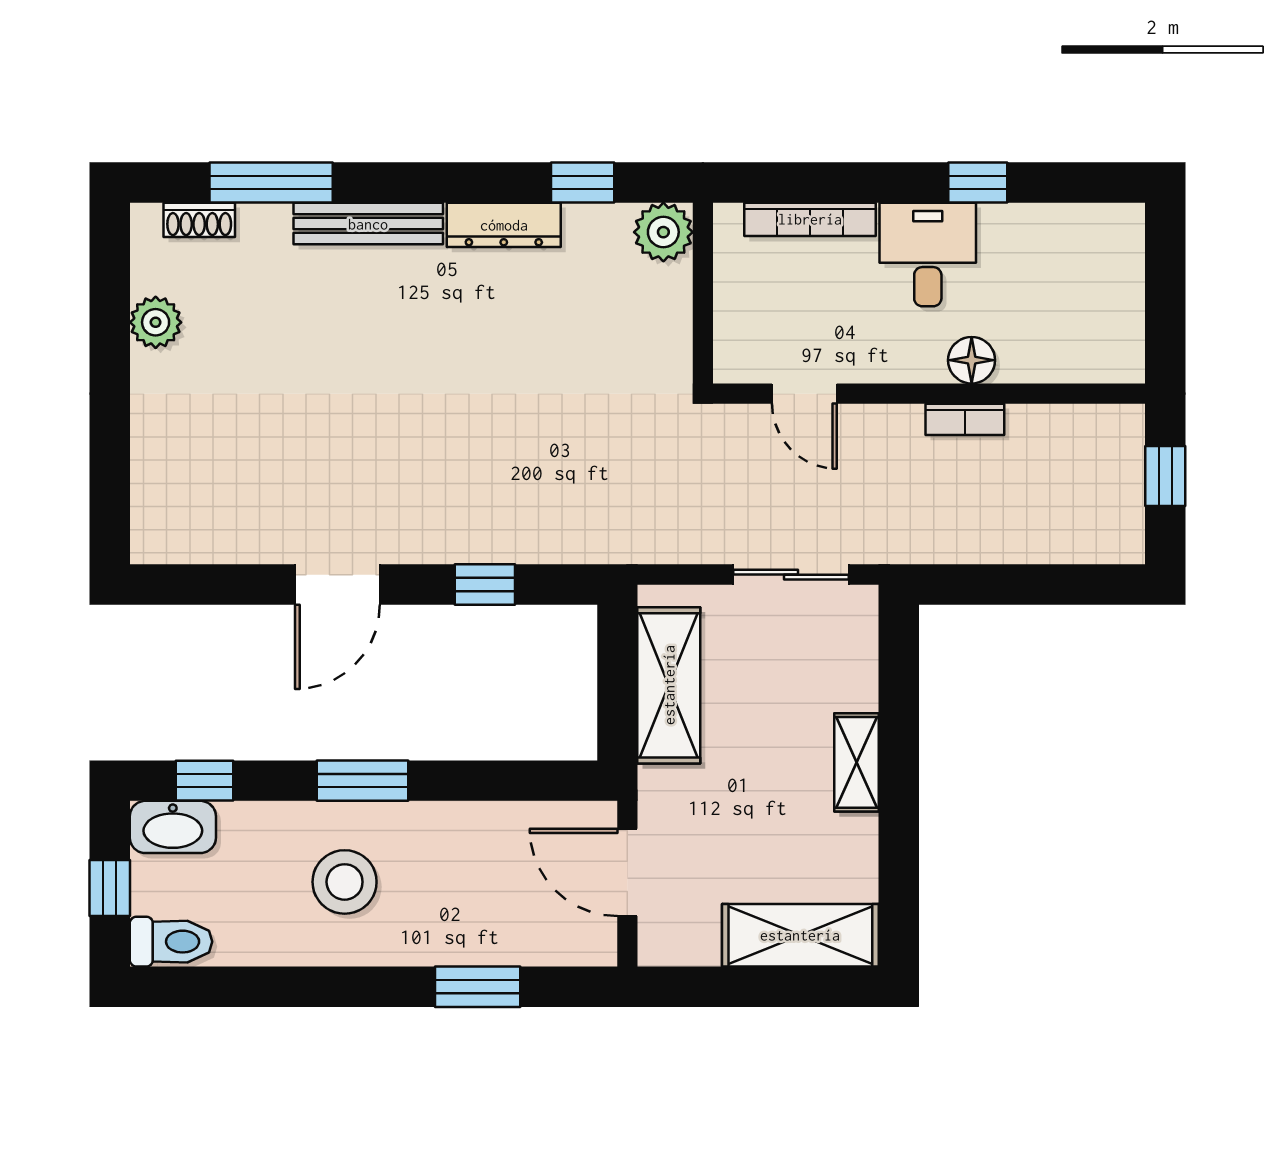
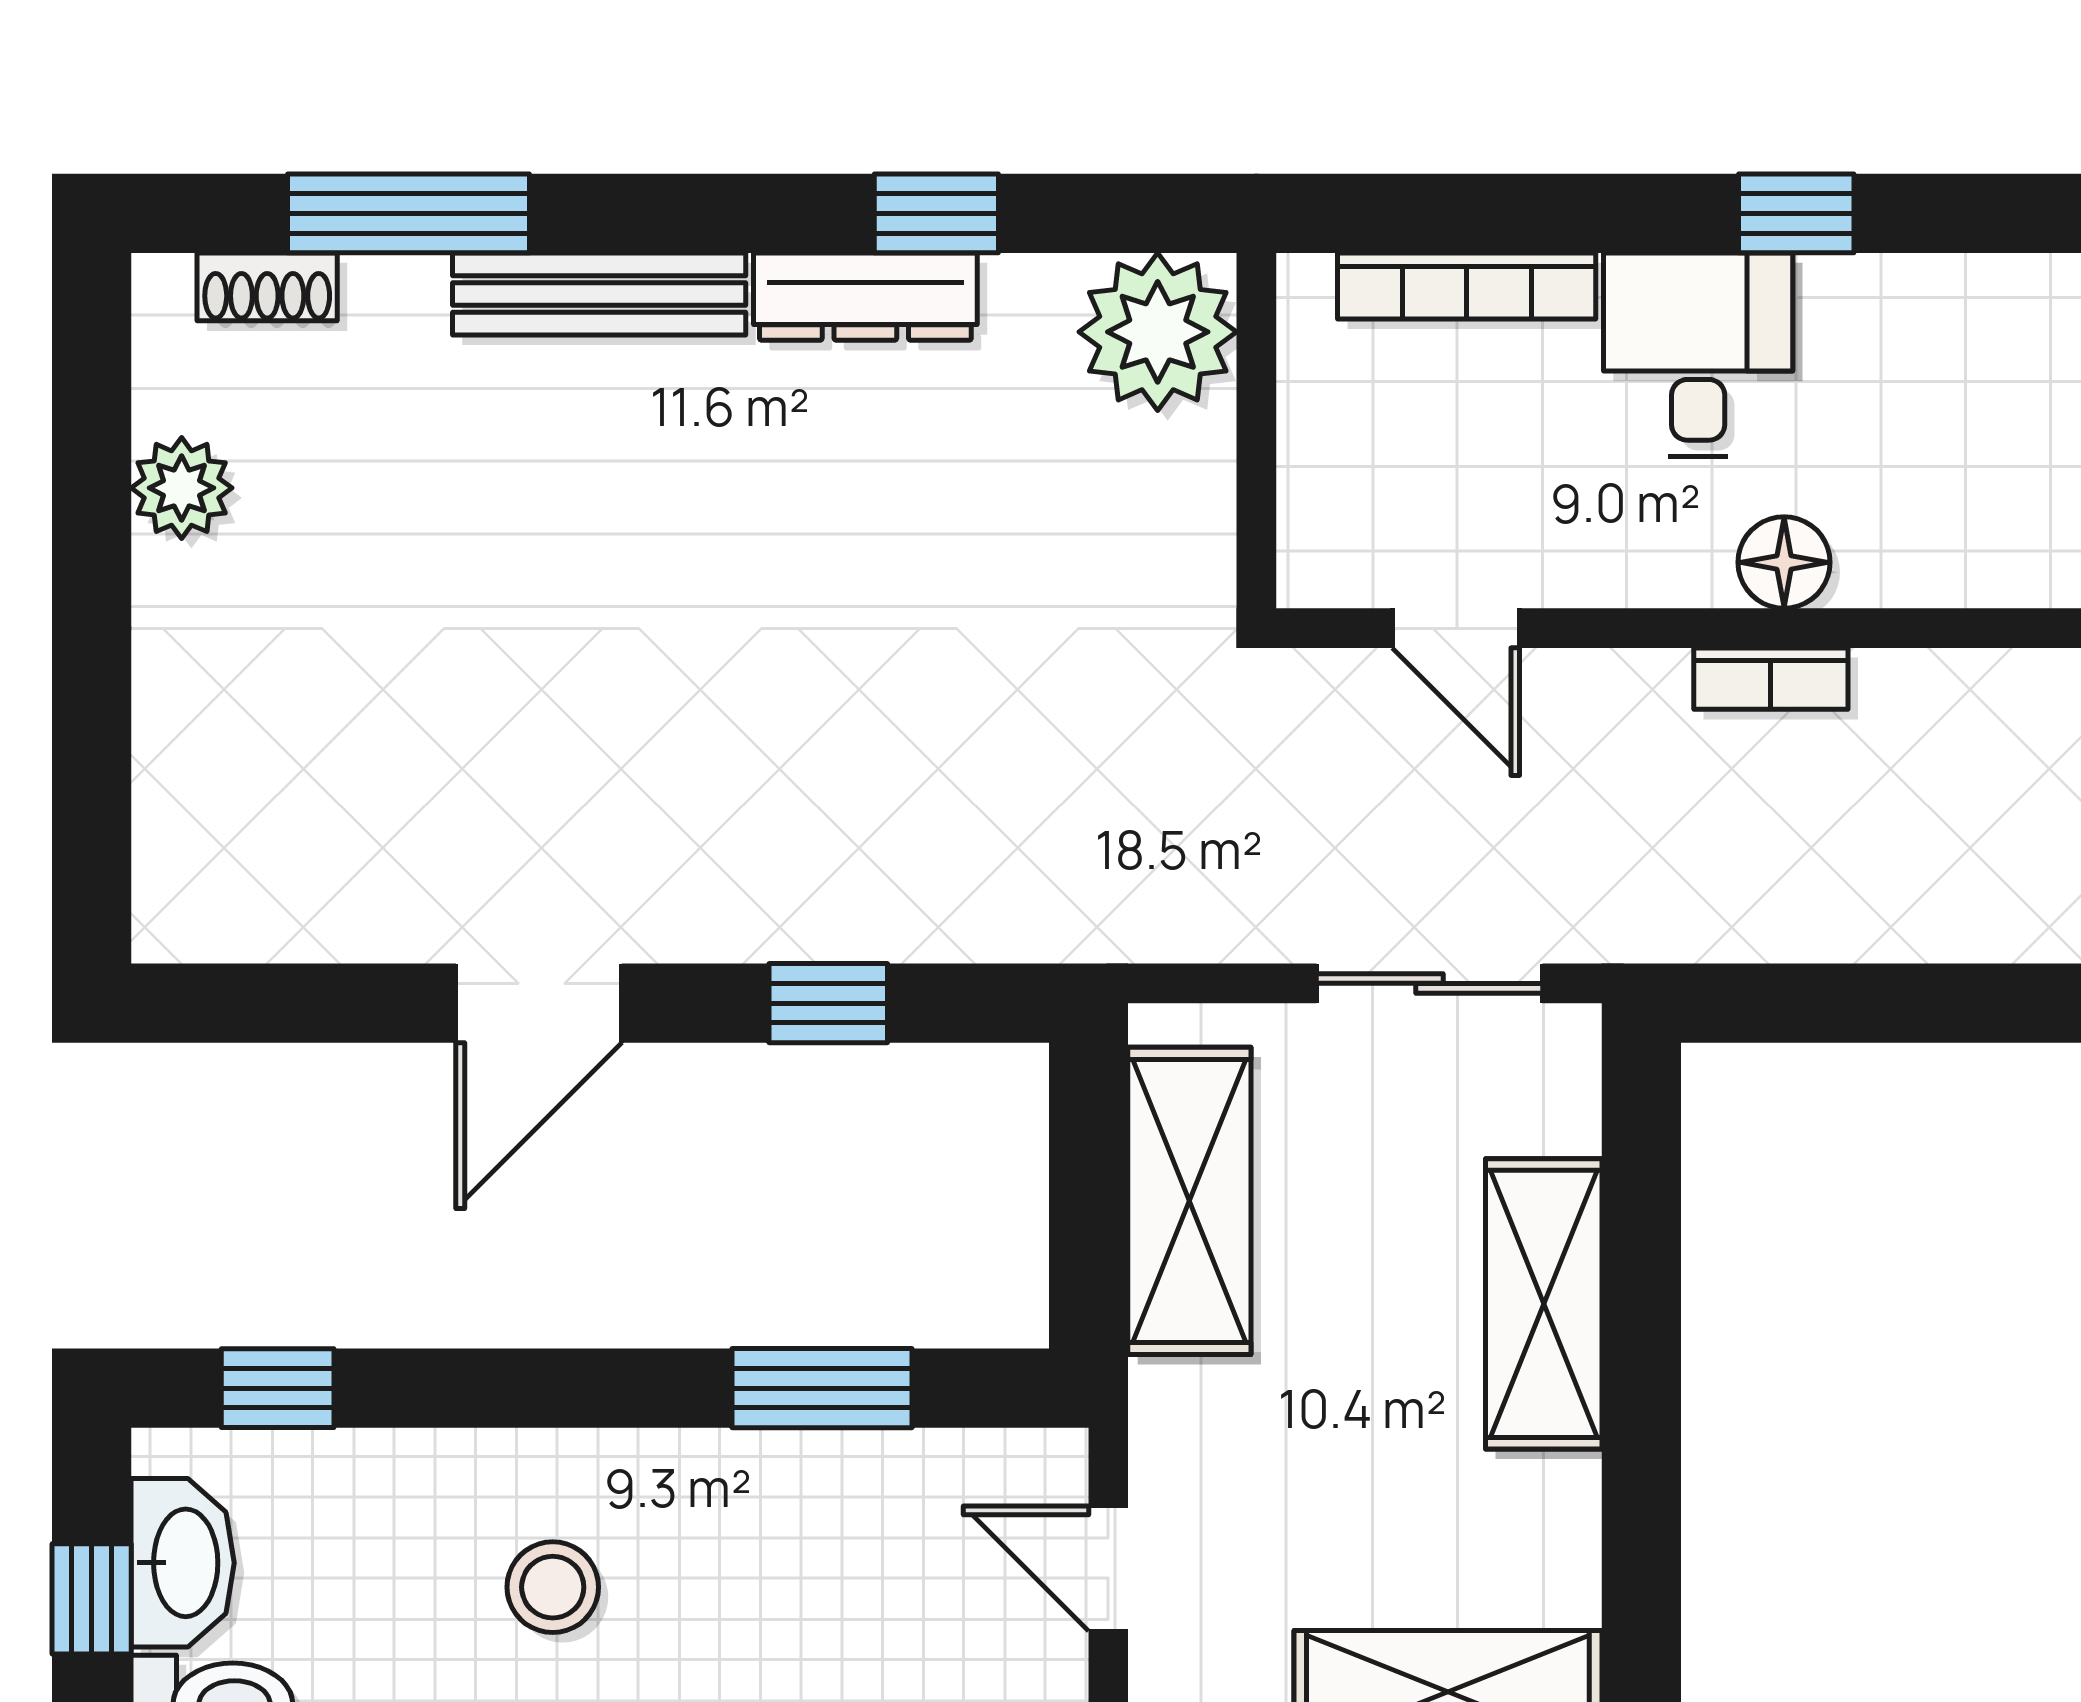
window: (583, 183) -> (936, 213), moved
plant: (663, 232) -> (1158, 332), width x1.36, depth x1.36
shelving: (857, 762) -> (1544, 1304), width x1.50, depth x1.33
window: (363, 781) -> (822, 1388), moved
washbasin: (173, 827) -> (183, 1563), moved, turned -90
door: (627, 872) -> (1108, 1568), width x0.73
stool: (345, 882) -> (553, 1587), width x0.73, depth x0.73

